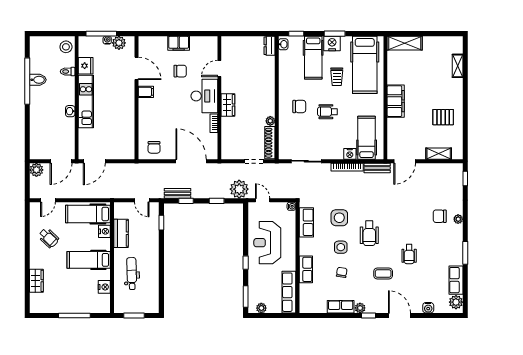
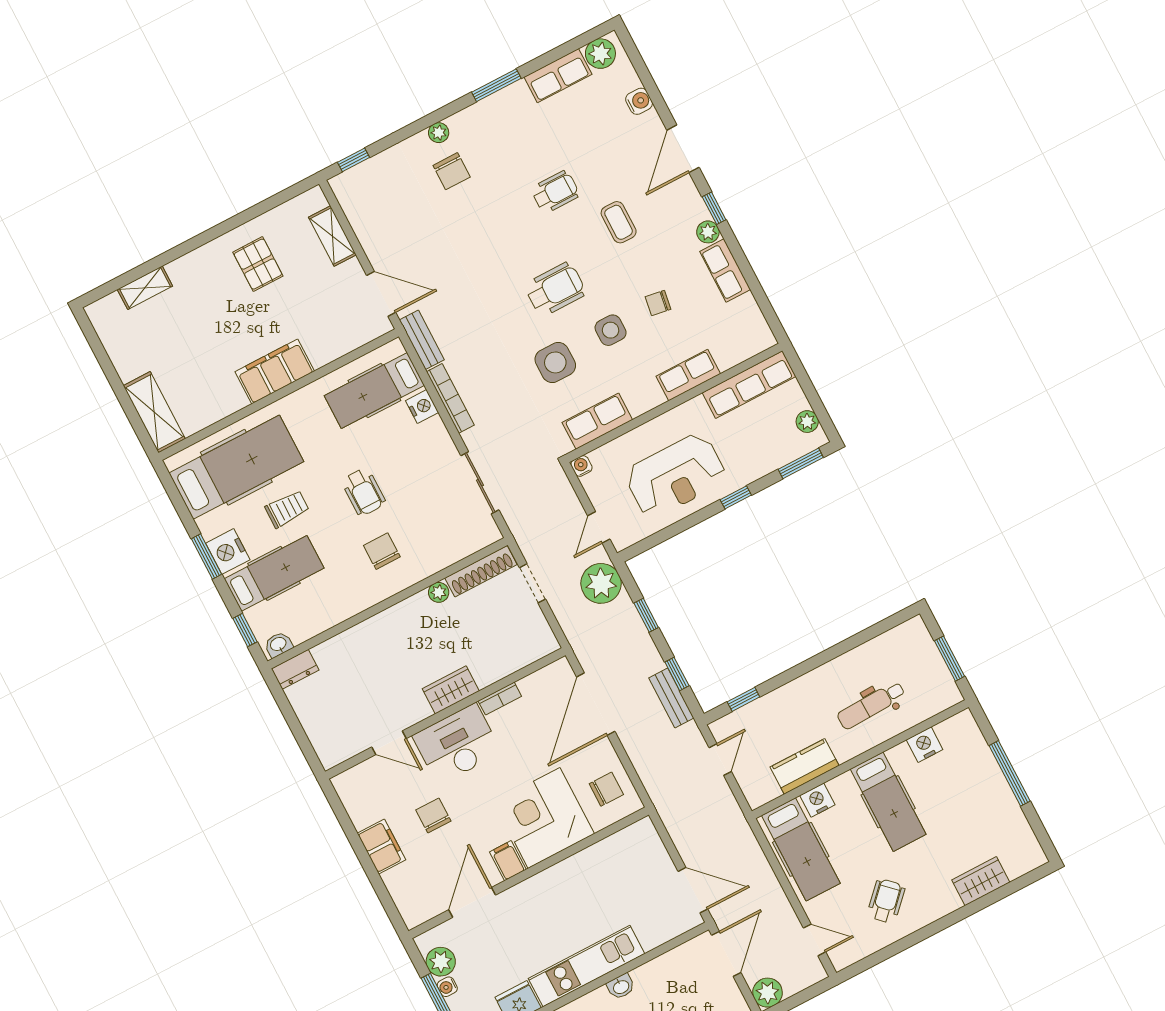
corner desk: (156, 116) -> (544, 818), added
door: (61, 161) -> (726, 954), hinge flipped

